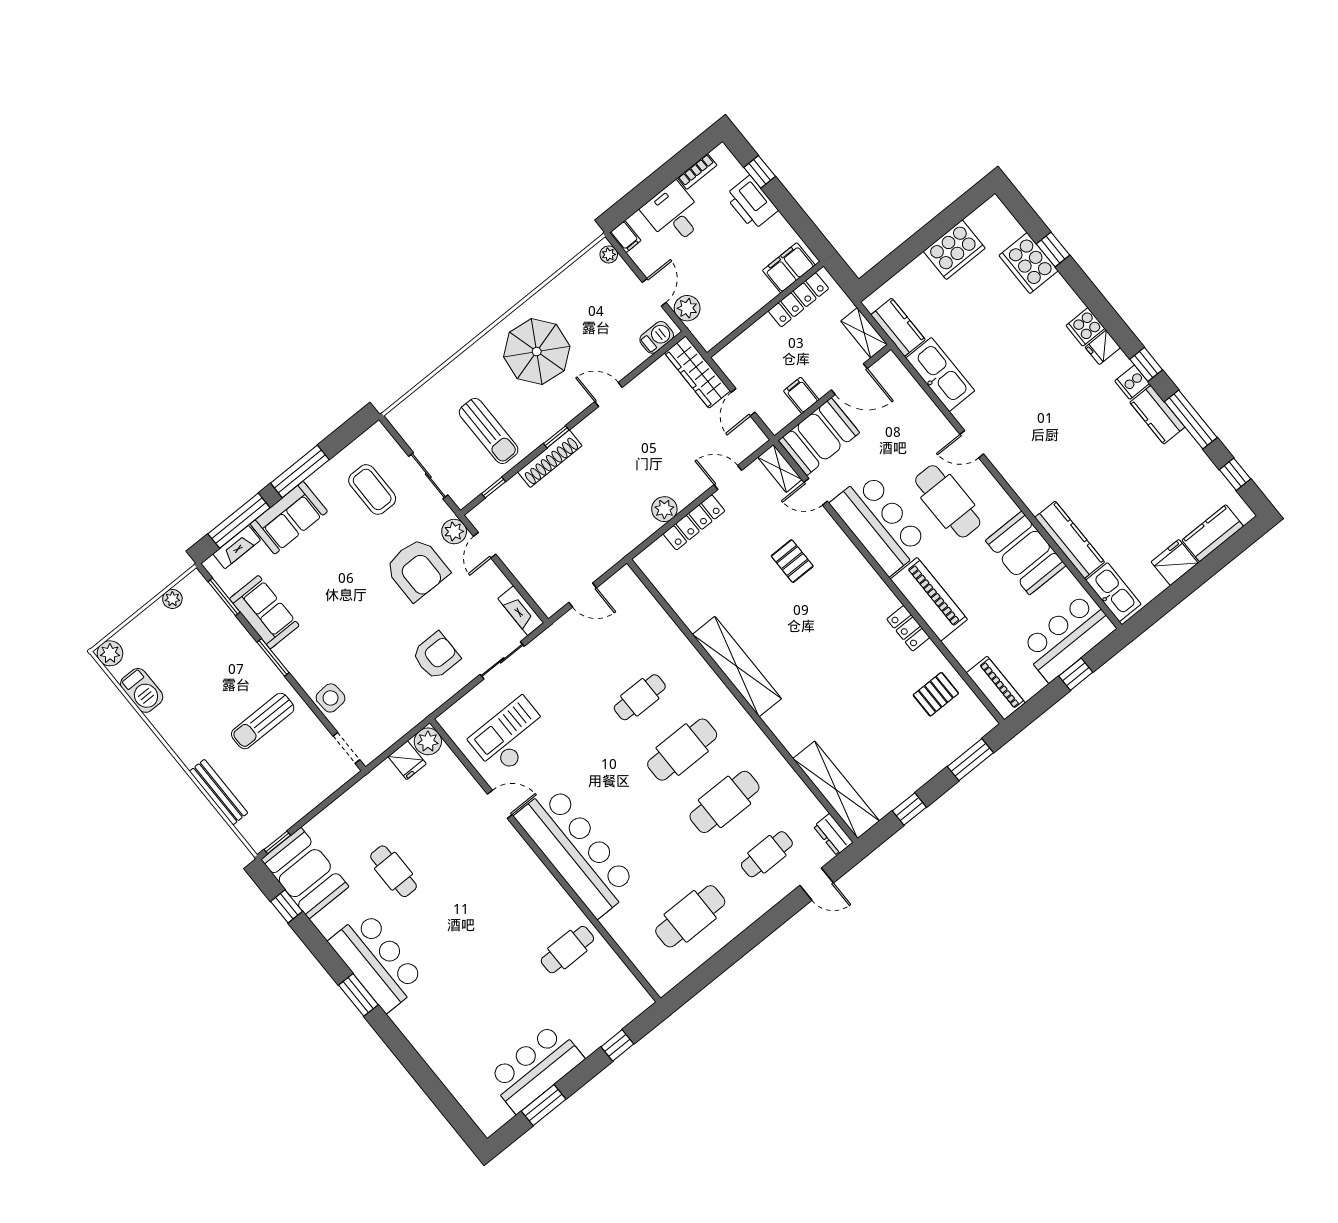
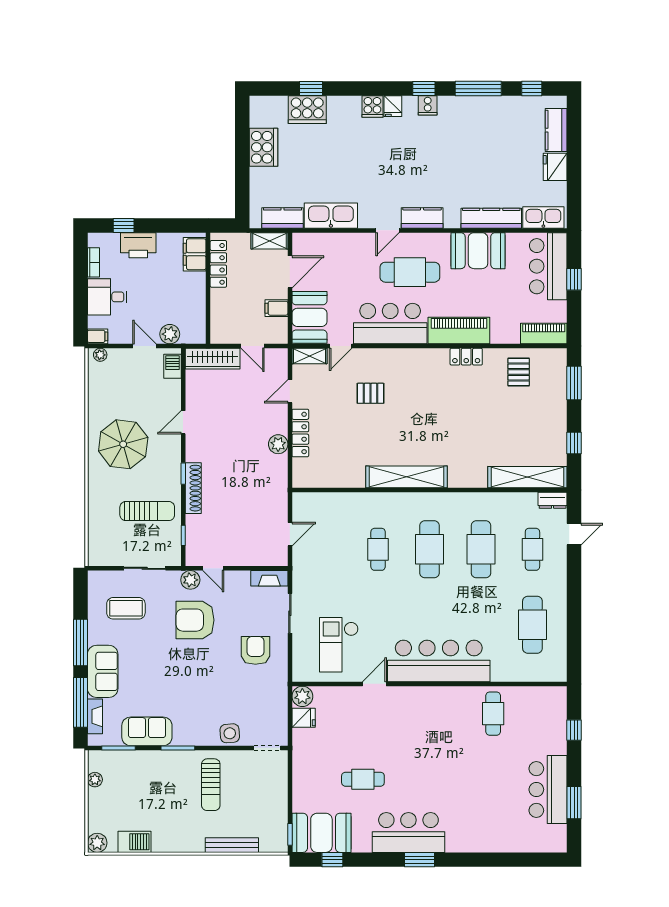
kitchen counter: (1157, 415) -> (422, 218), moved, turned 180
armchair: (417, 569) -> (195, 620), turned 180

